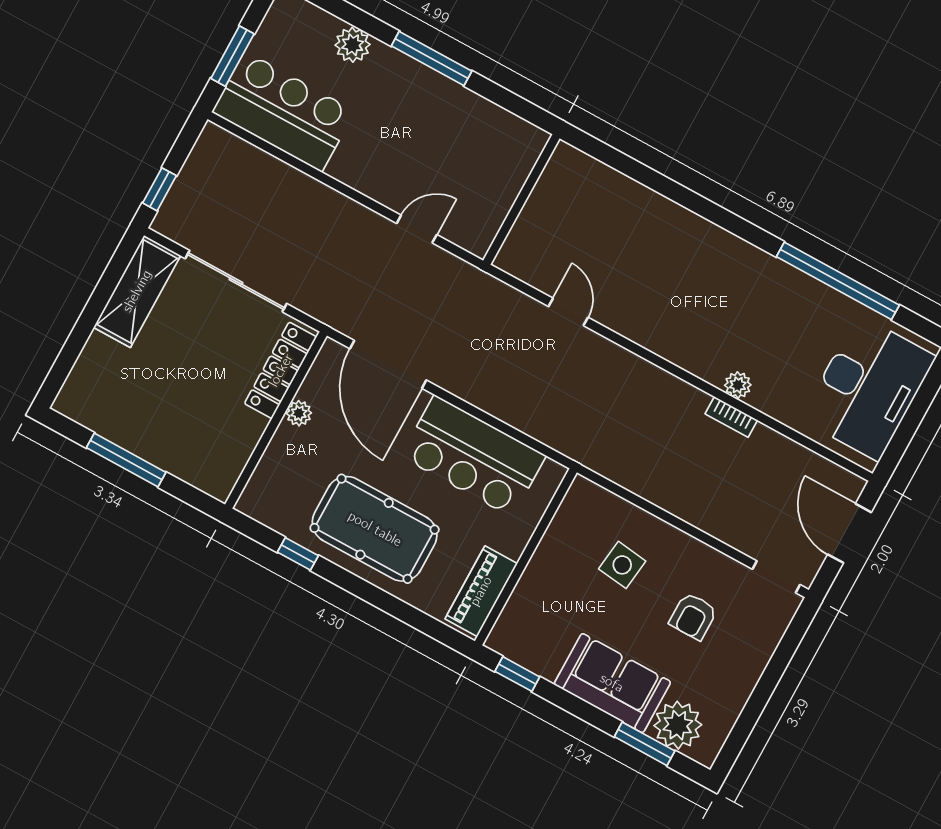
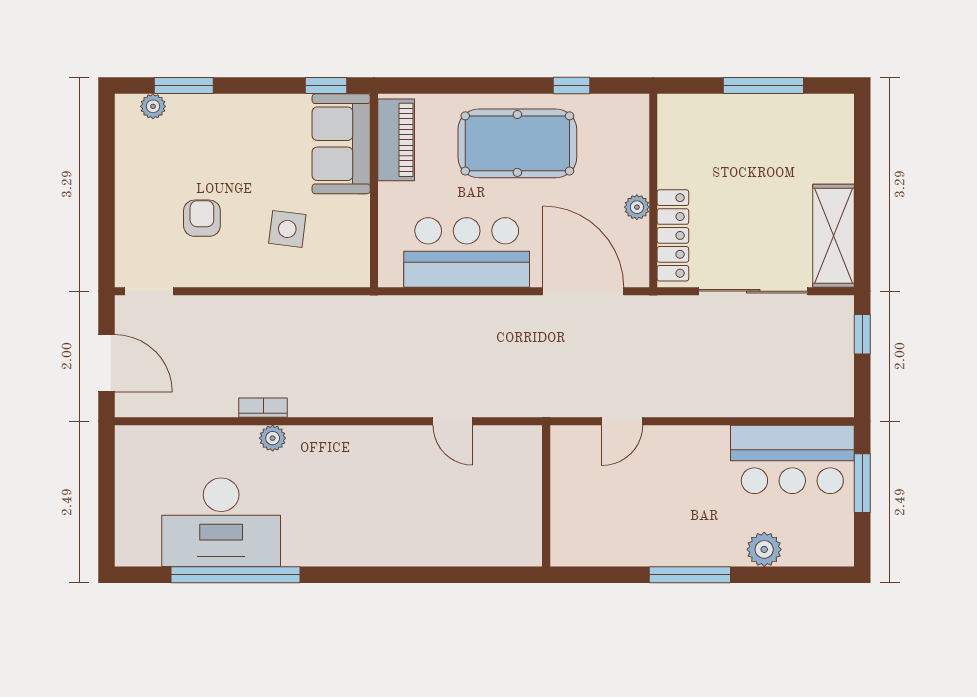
desk: (868, 388) -> (221, 522), moved, turned -90
sofa: (612, 683) -> (341, 144), moved, turned 90
plant: (678, 725) -> (153, 106), width x0.53, depth x0.53

